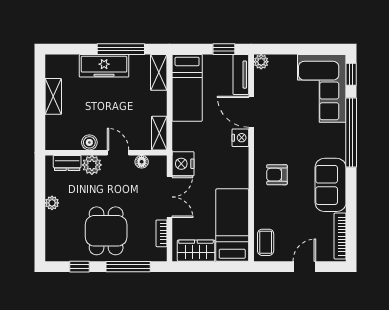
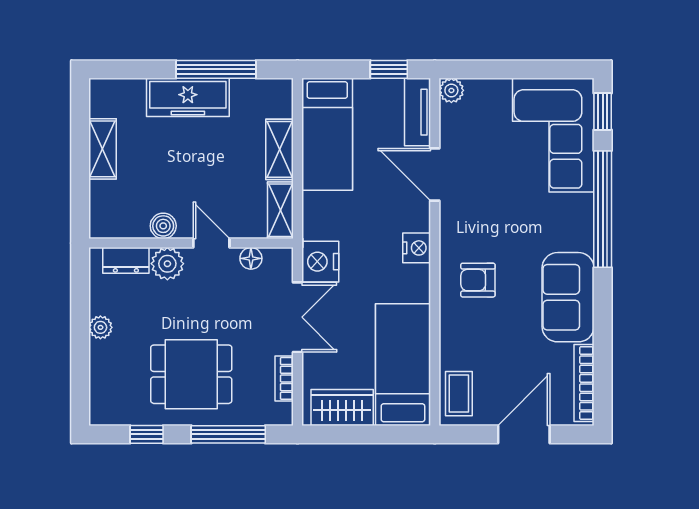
shelving: (159, 72) -> (280, 149), moved
nightstand: (240, 138) -> (417, 248), moved
dining table: (106, 231) -> (191, 374), turned 90
door: (304, 267) -> (524, 434), width x1.37

